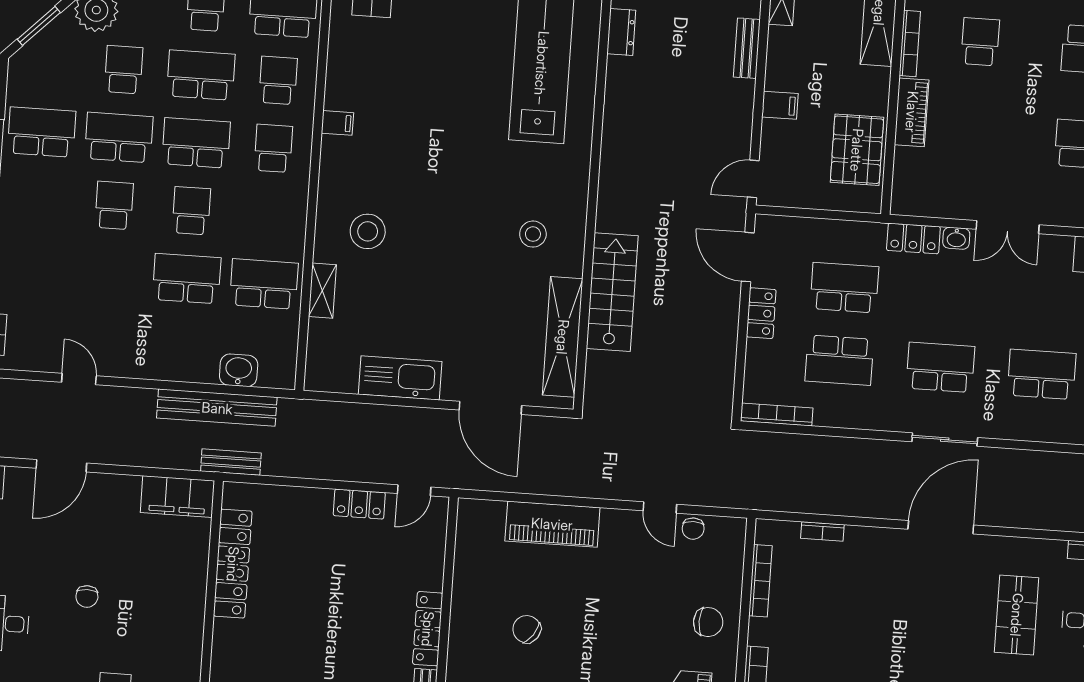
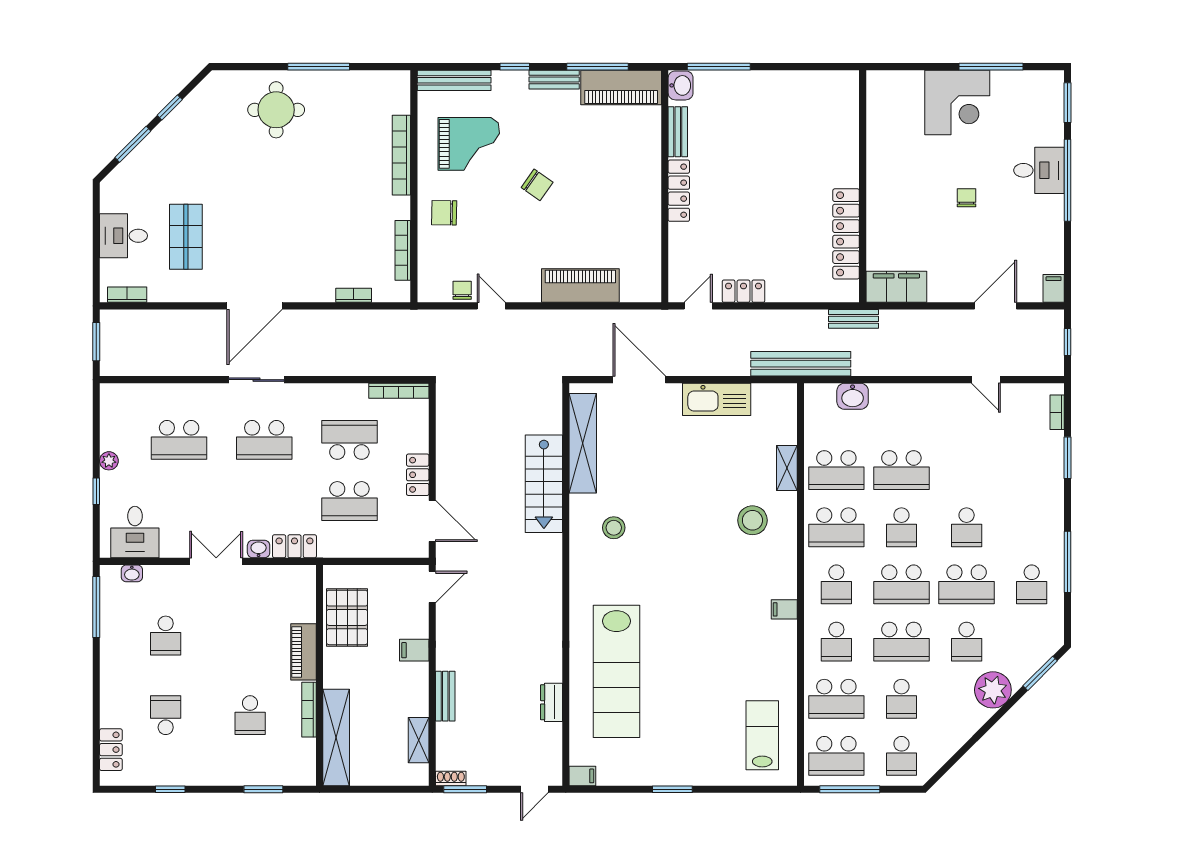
school desk: (42, 132) -> (1032, 584), width x0.54
school desk: (269, 216) -> (836, 527), added
bench: (217, 408) -> (801, 364), moved
chair: (527, 629) -> (537, 185), moved

